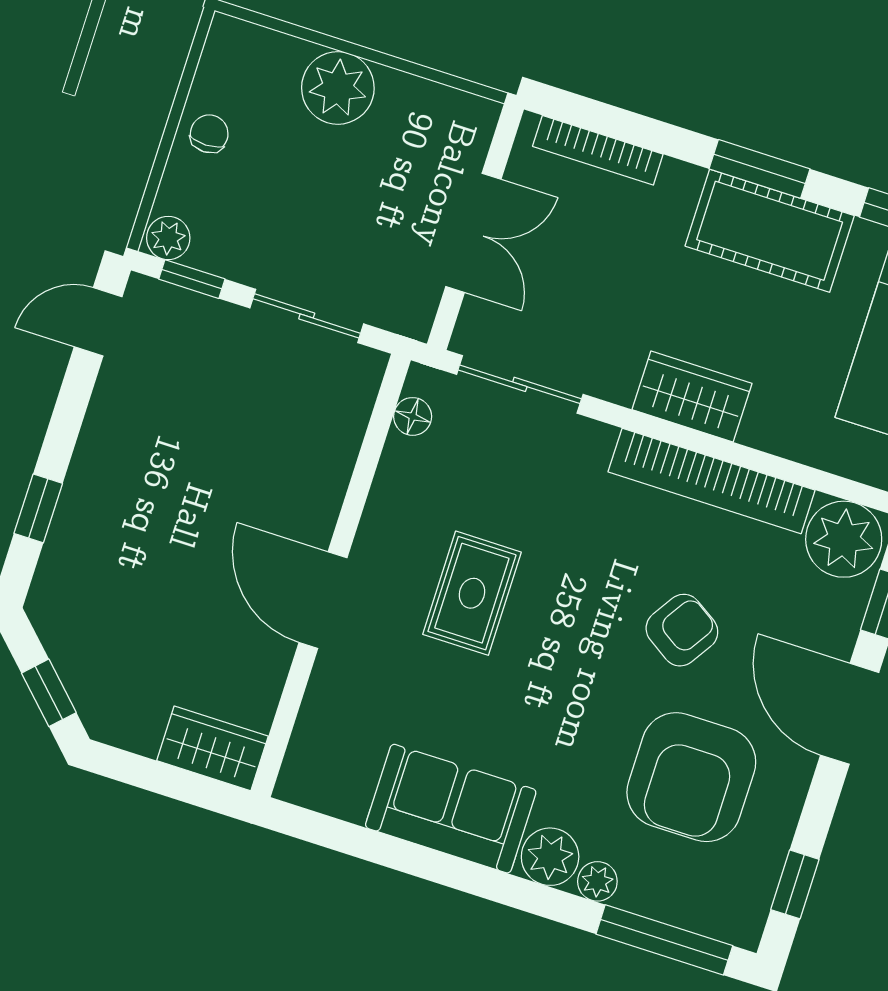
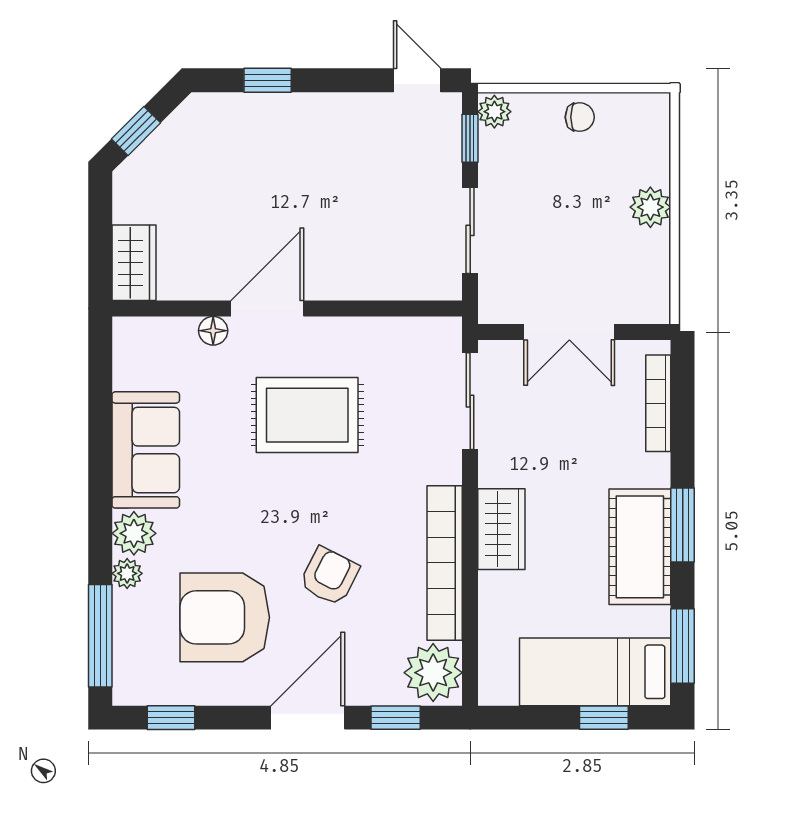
plant: (338, 88) -> (650, 207), width x0.73, depth x0.73
floor lamp: (413, 416) -> (213, 331), moved
rug: (472, 593) -> (307, 415), width x1.36, depth x1.43
armchair: (682, 630) -> (329, 576), turned -96

